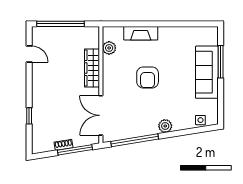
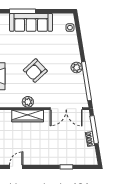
plant: (109, 48) -> (28, 102), moved
armchair: (148, 77) -> (35, 71), turned 137
plant: (165, 126) -> (77, 67), moved

